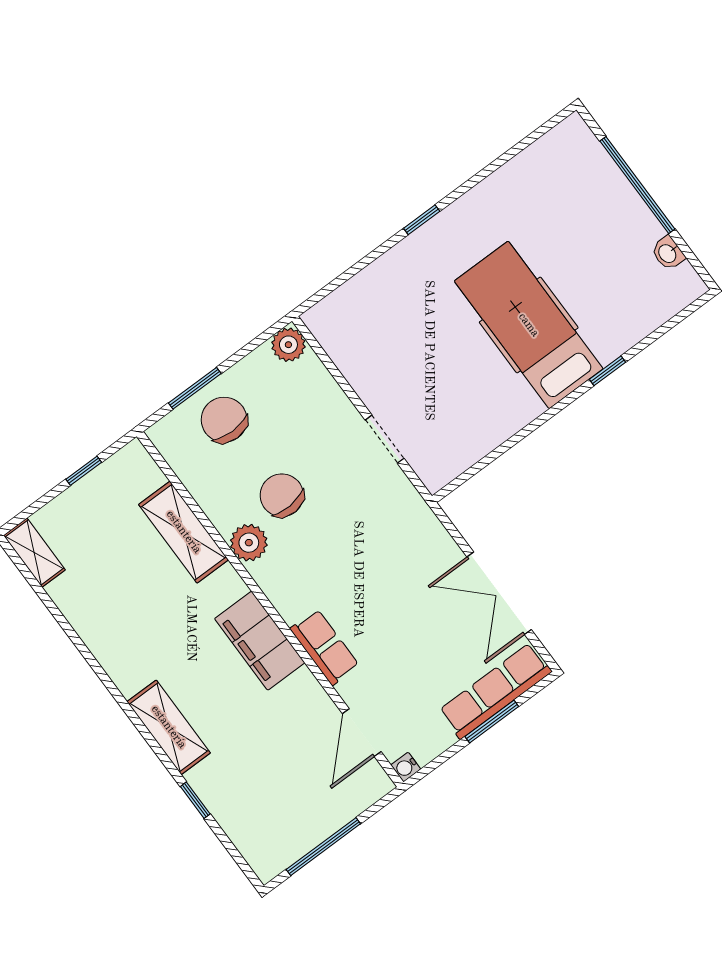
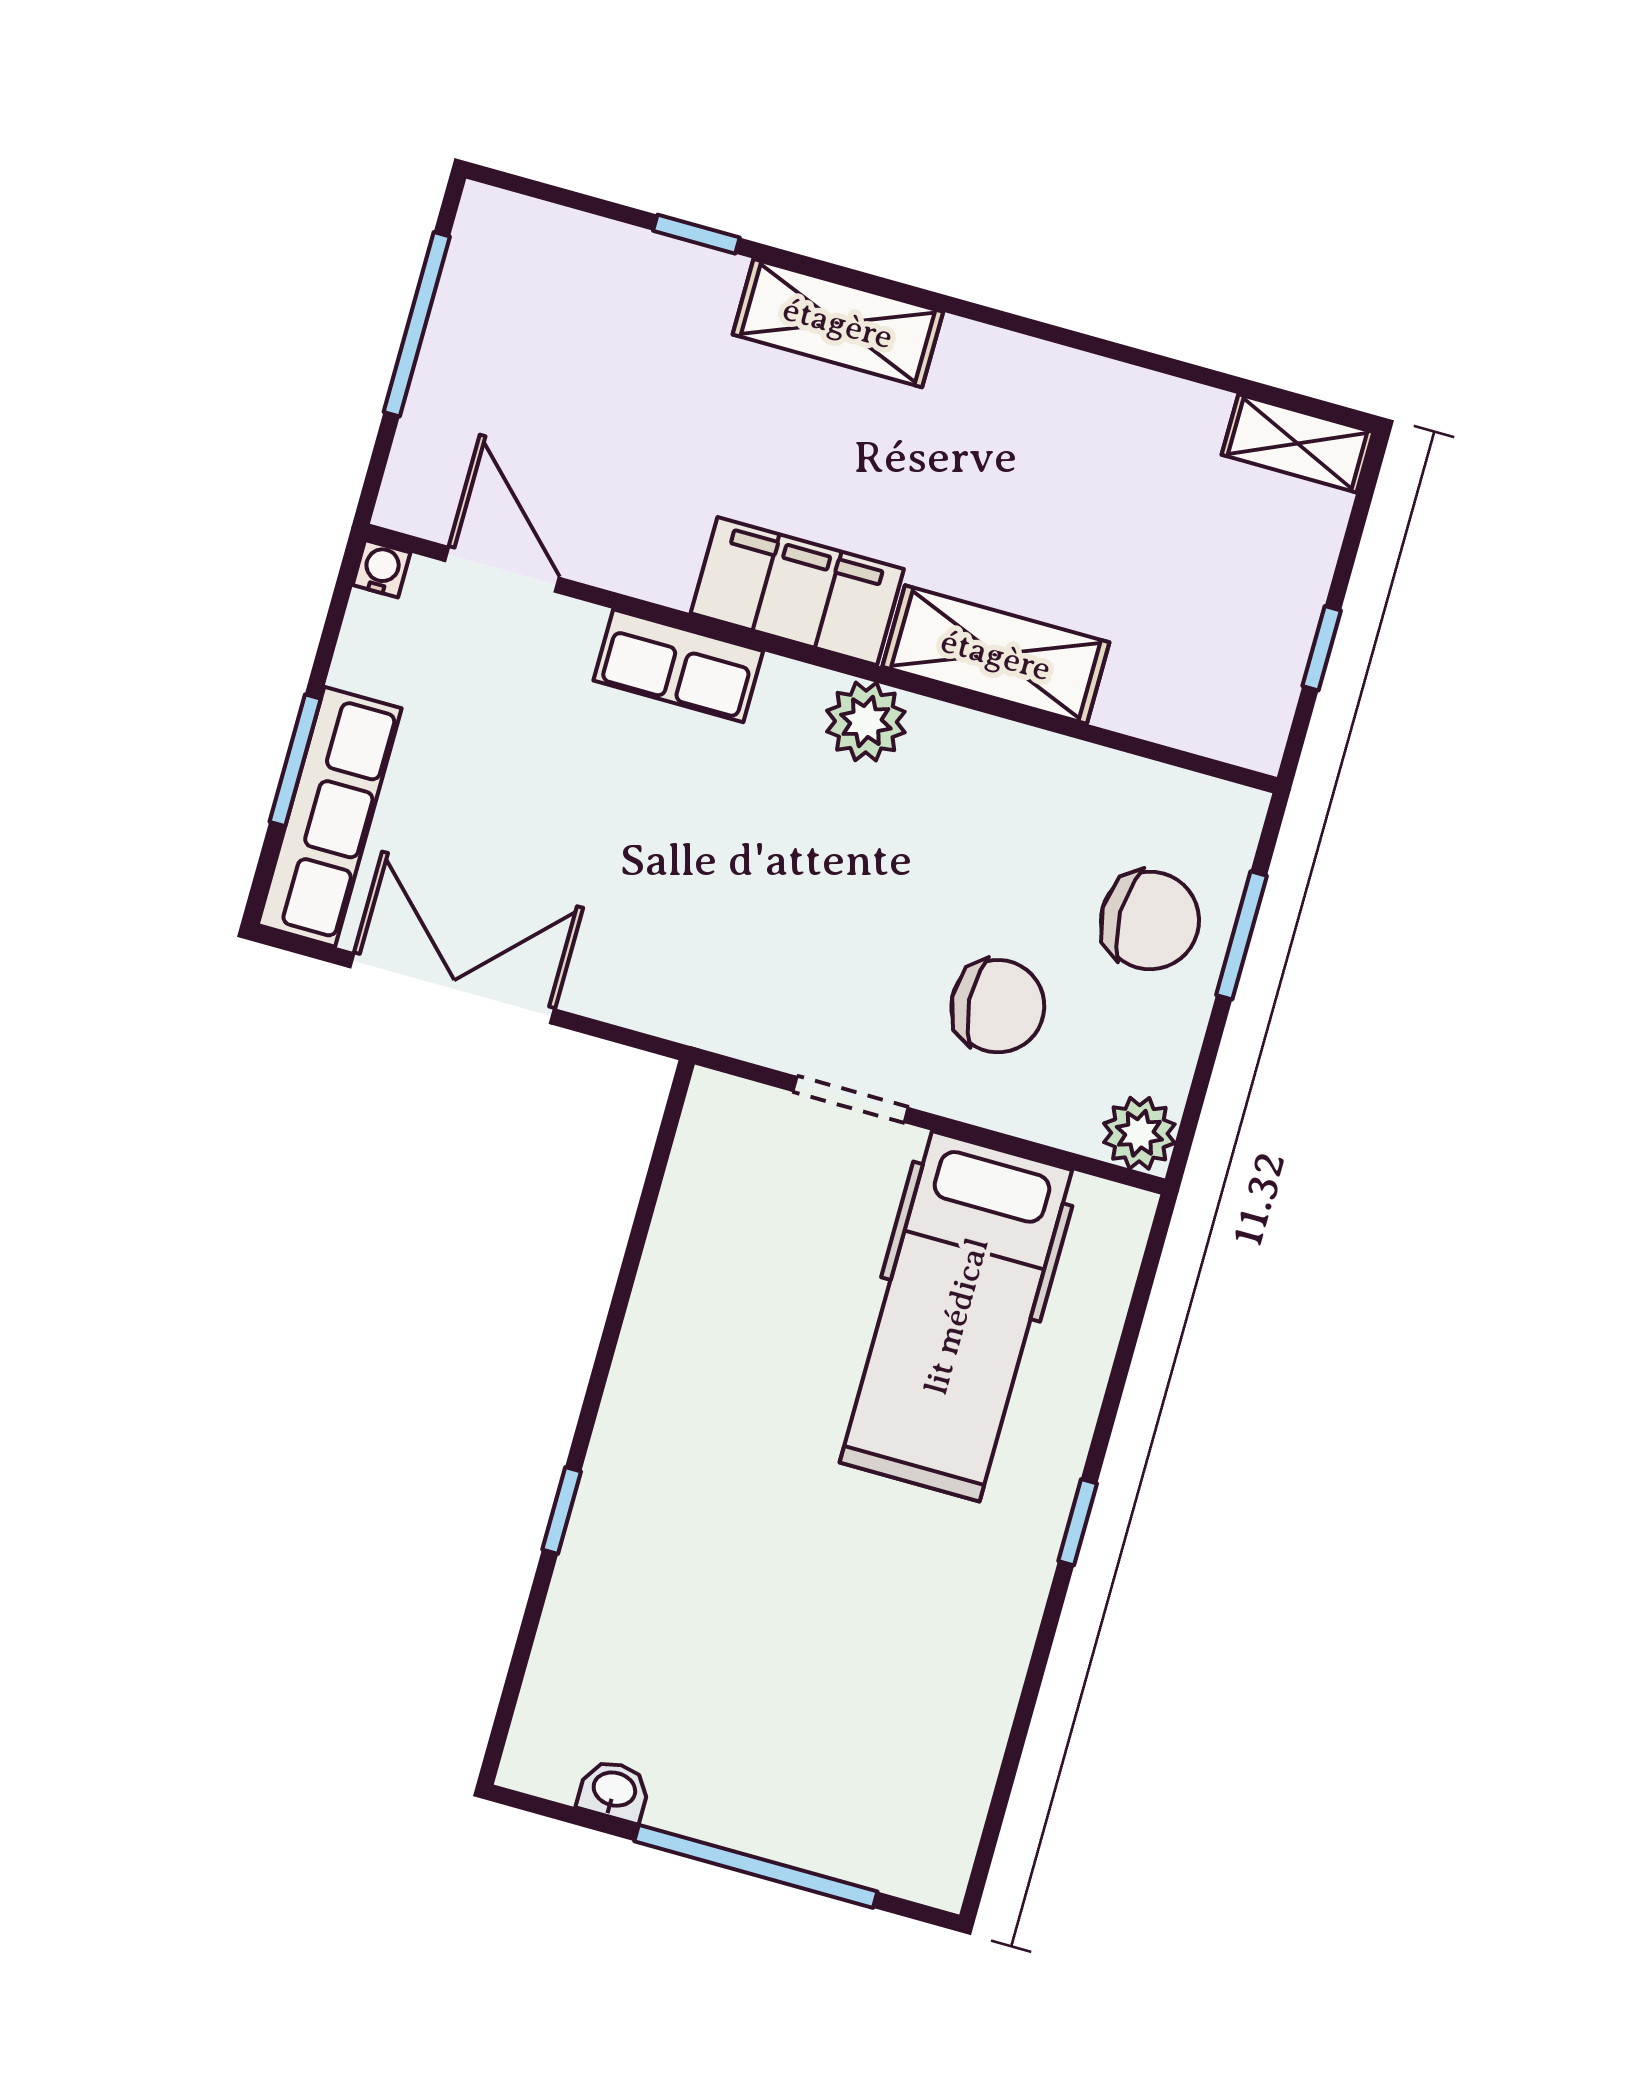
hospital bed: (529, 325) -> (956, 1316), moved, turned 90
chair: (282, 495) -> (998, 1006), moved
shelving: (184, 532) -> (996, 655), moved
plant: (249, 543) -> (866, 722), moved

